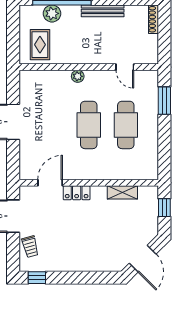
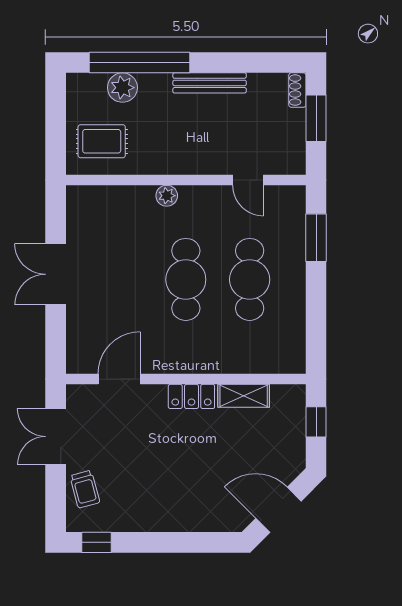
shoe rack: (154, 19) -> (297, 90), width x0.70
window: (164, 31) -> (316, 118), added
rug: (40, 45) -> (102, 141), turned 90
locker: (77, 193) -> (191, 396), moved
door: (143, 259) -> (279, 510), swing flipped

